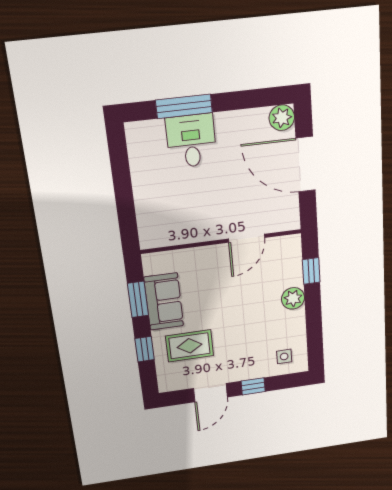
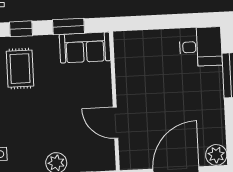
desk: (191, 141) -> (201, 47), moved
sofa: (164, 302) -> (85, 47), moved

